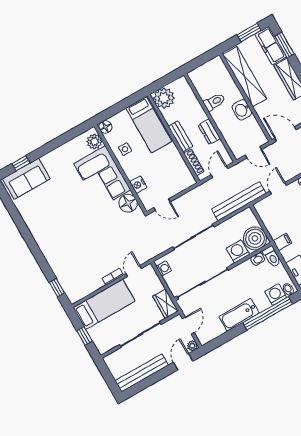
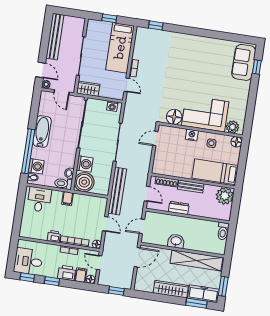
toilet: (214, 102) -> (223, 231), moved
nightstand: (138, 185) -> (192, 135), moved

